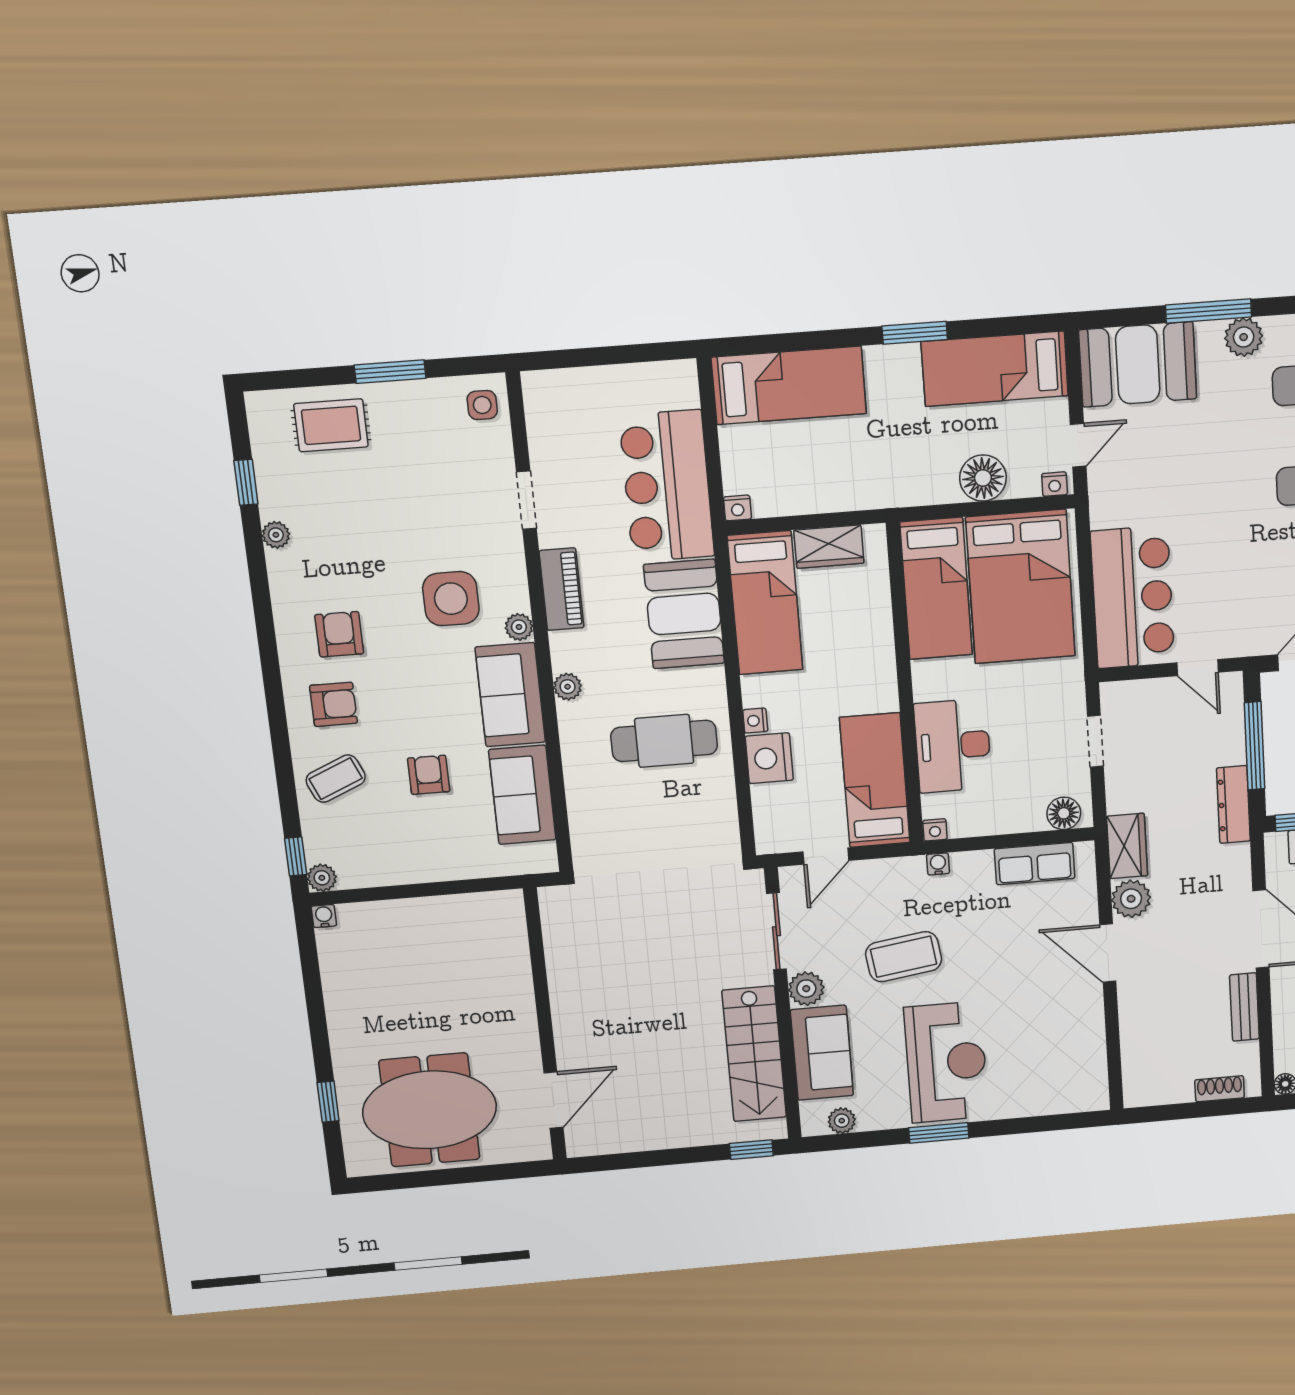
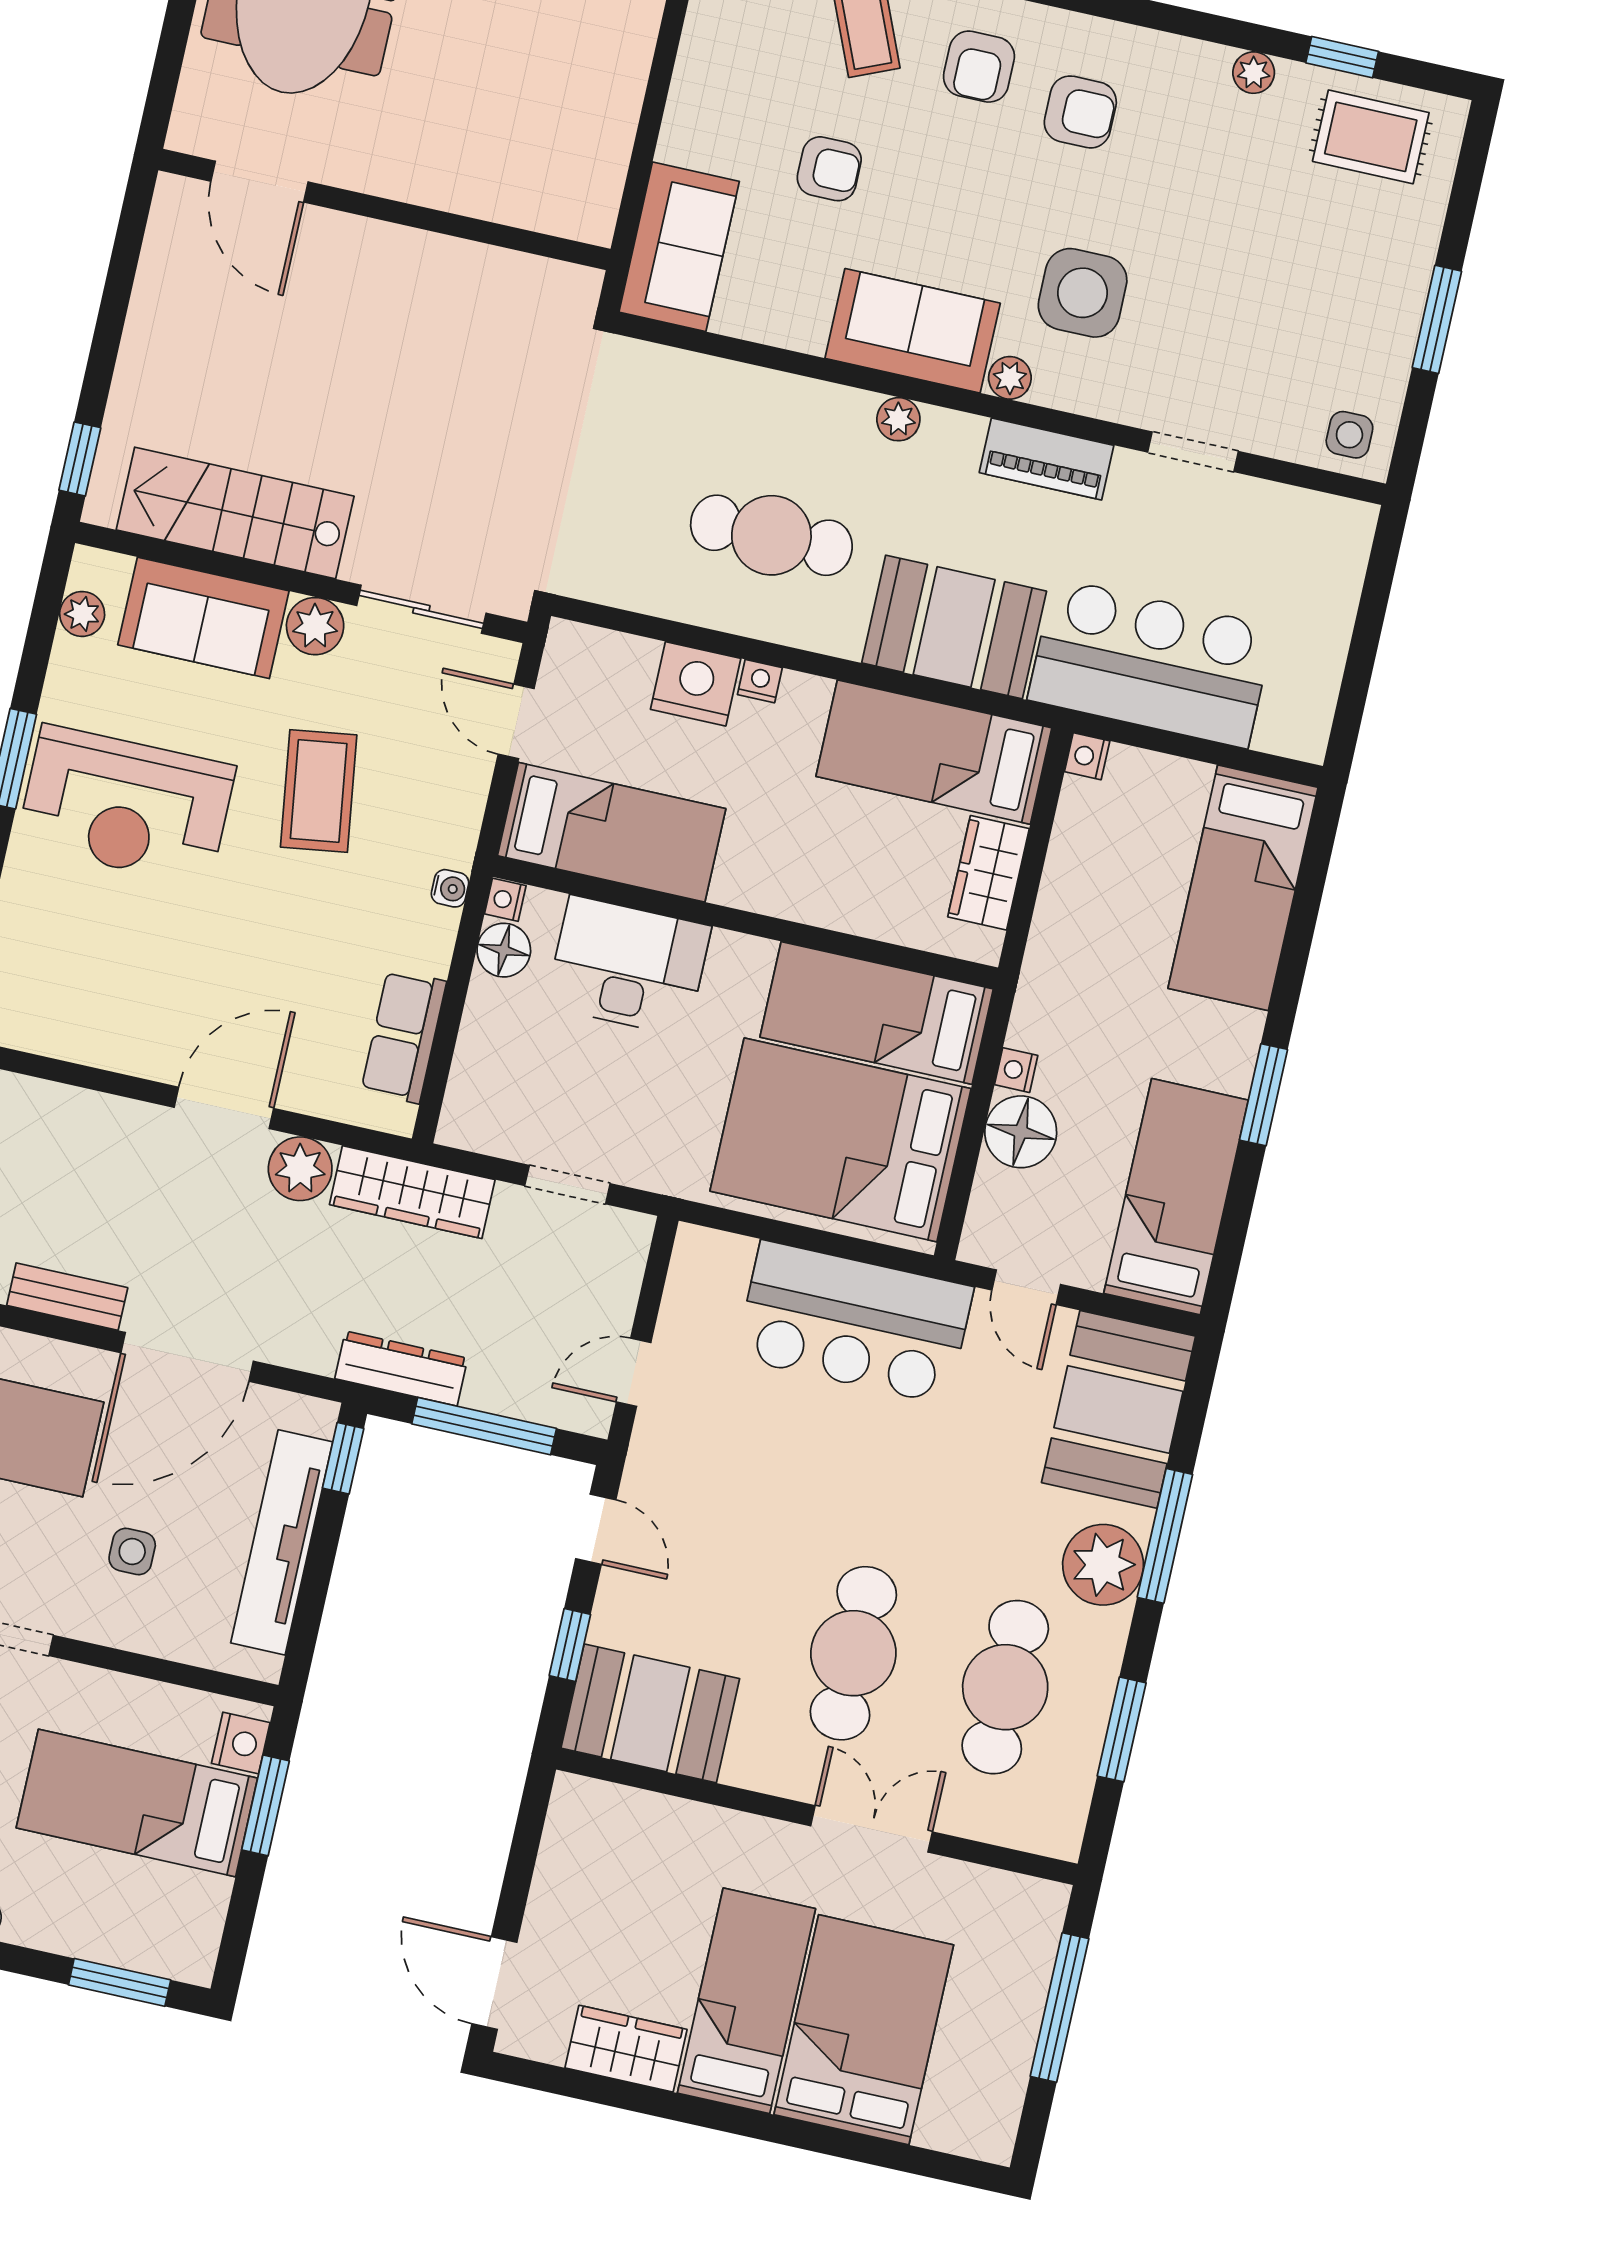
plant: (1244, 337) -> (1103, 1565), width x1.36, depth x1.36
rug: (331, 425) -> (1371, 137), moved, turned 90
nightstand: (1055, 484) -> (1016, 1070), moved
bar counter: (1133, 597) -> (854, 1322), moved
cafe table: (664, 741) -> (771, 535), turned 90
sofa: (522, 795) -> (679, 247), moved, turned 90
floor lamp: (1064, 813) -> (504, 950), moved
wardrobe: (1127, 846) -> (412, 1192), width x1.50

